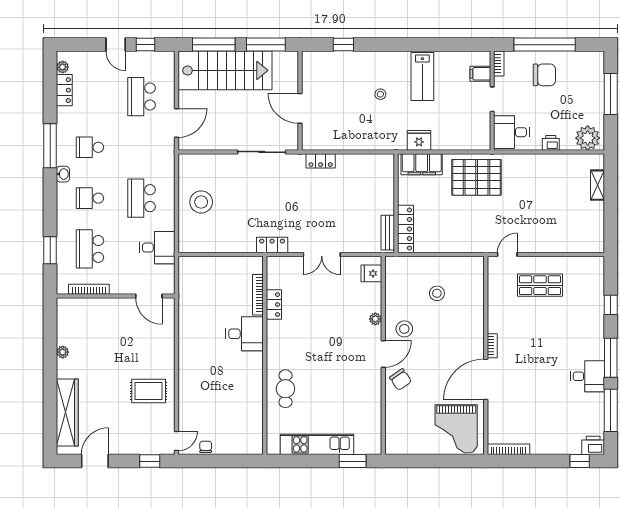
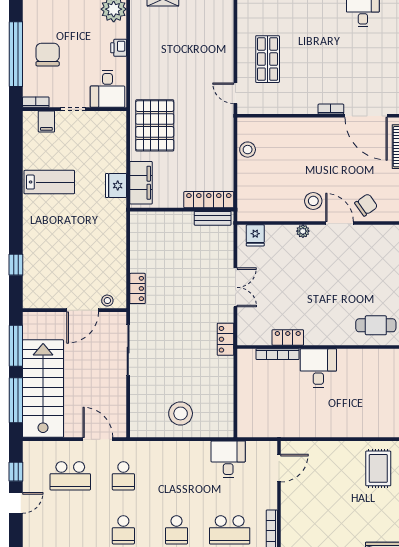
stool: (380, 94) -> (107, 301), moved
school desk: (141, 198) -> (123, 476), moved, width x0.54
stool: (437, 293) -> (248, 150), moved

